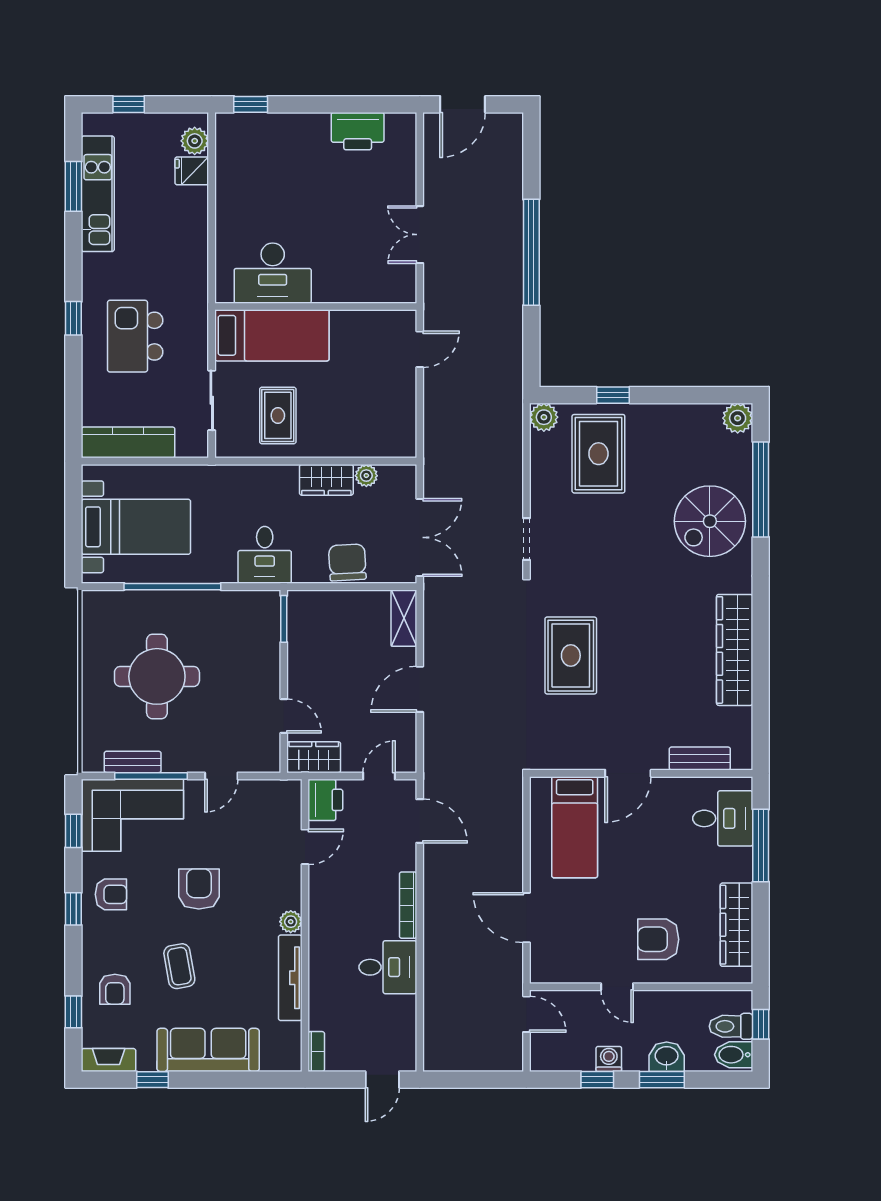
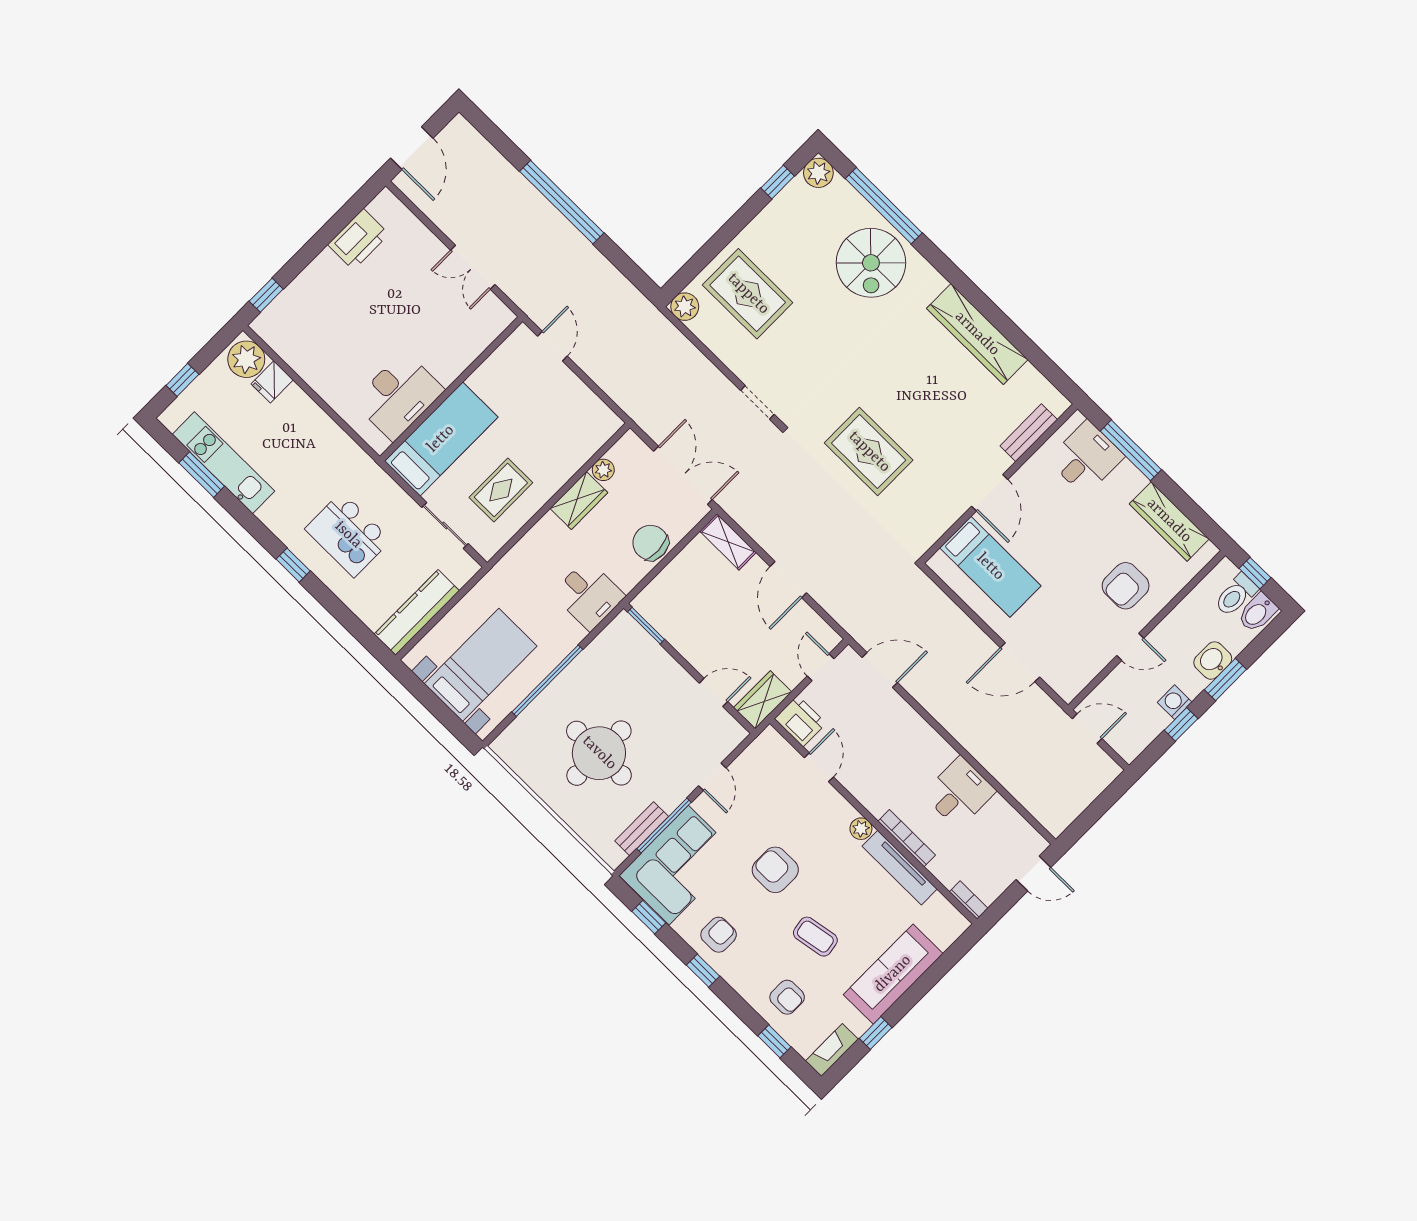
plant: (195, 141) -> (246, 359), width x1.36, depth x1.36
window: (613, 395) -> (778, 182), moved
rug: (278, 415) -> (501, 490), turned 90
bookcase: (408, 905) -> (907, 838), moved, turned 180
door: (382, 1080) -> (1033, 873), hinge flipped

